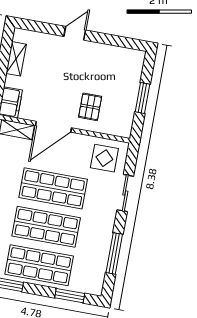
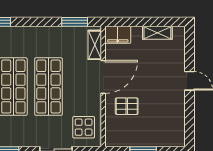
door: (53, 127) -> (103, 77), swing flipped

